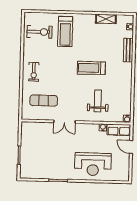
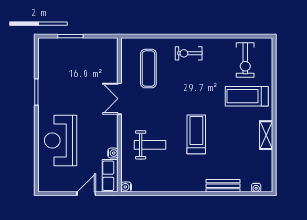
shelving: (106, 19) -> (266, 135), moved

